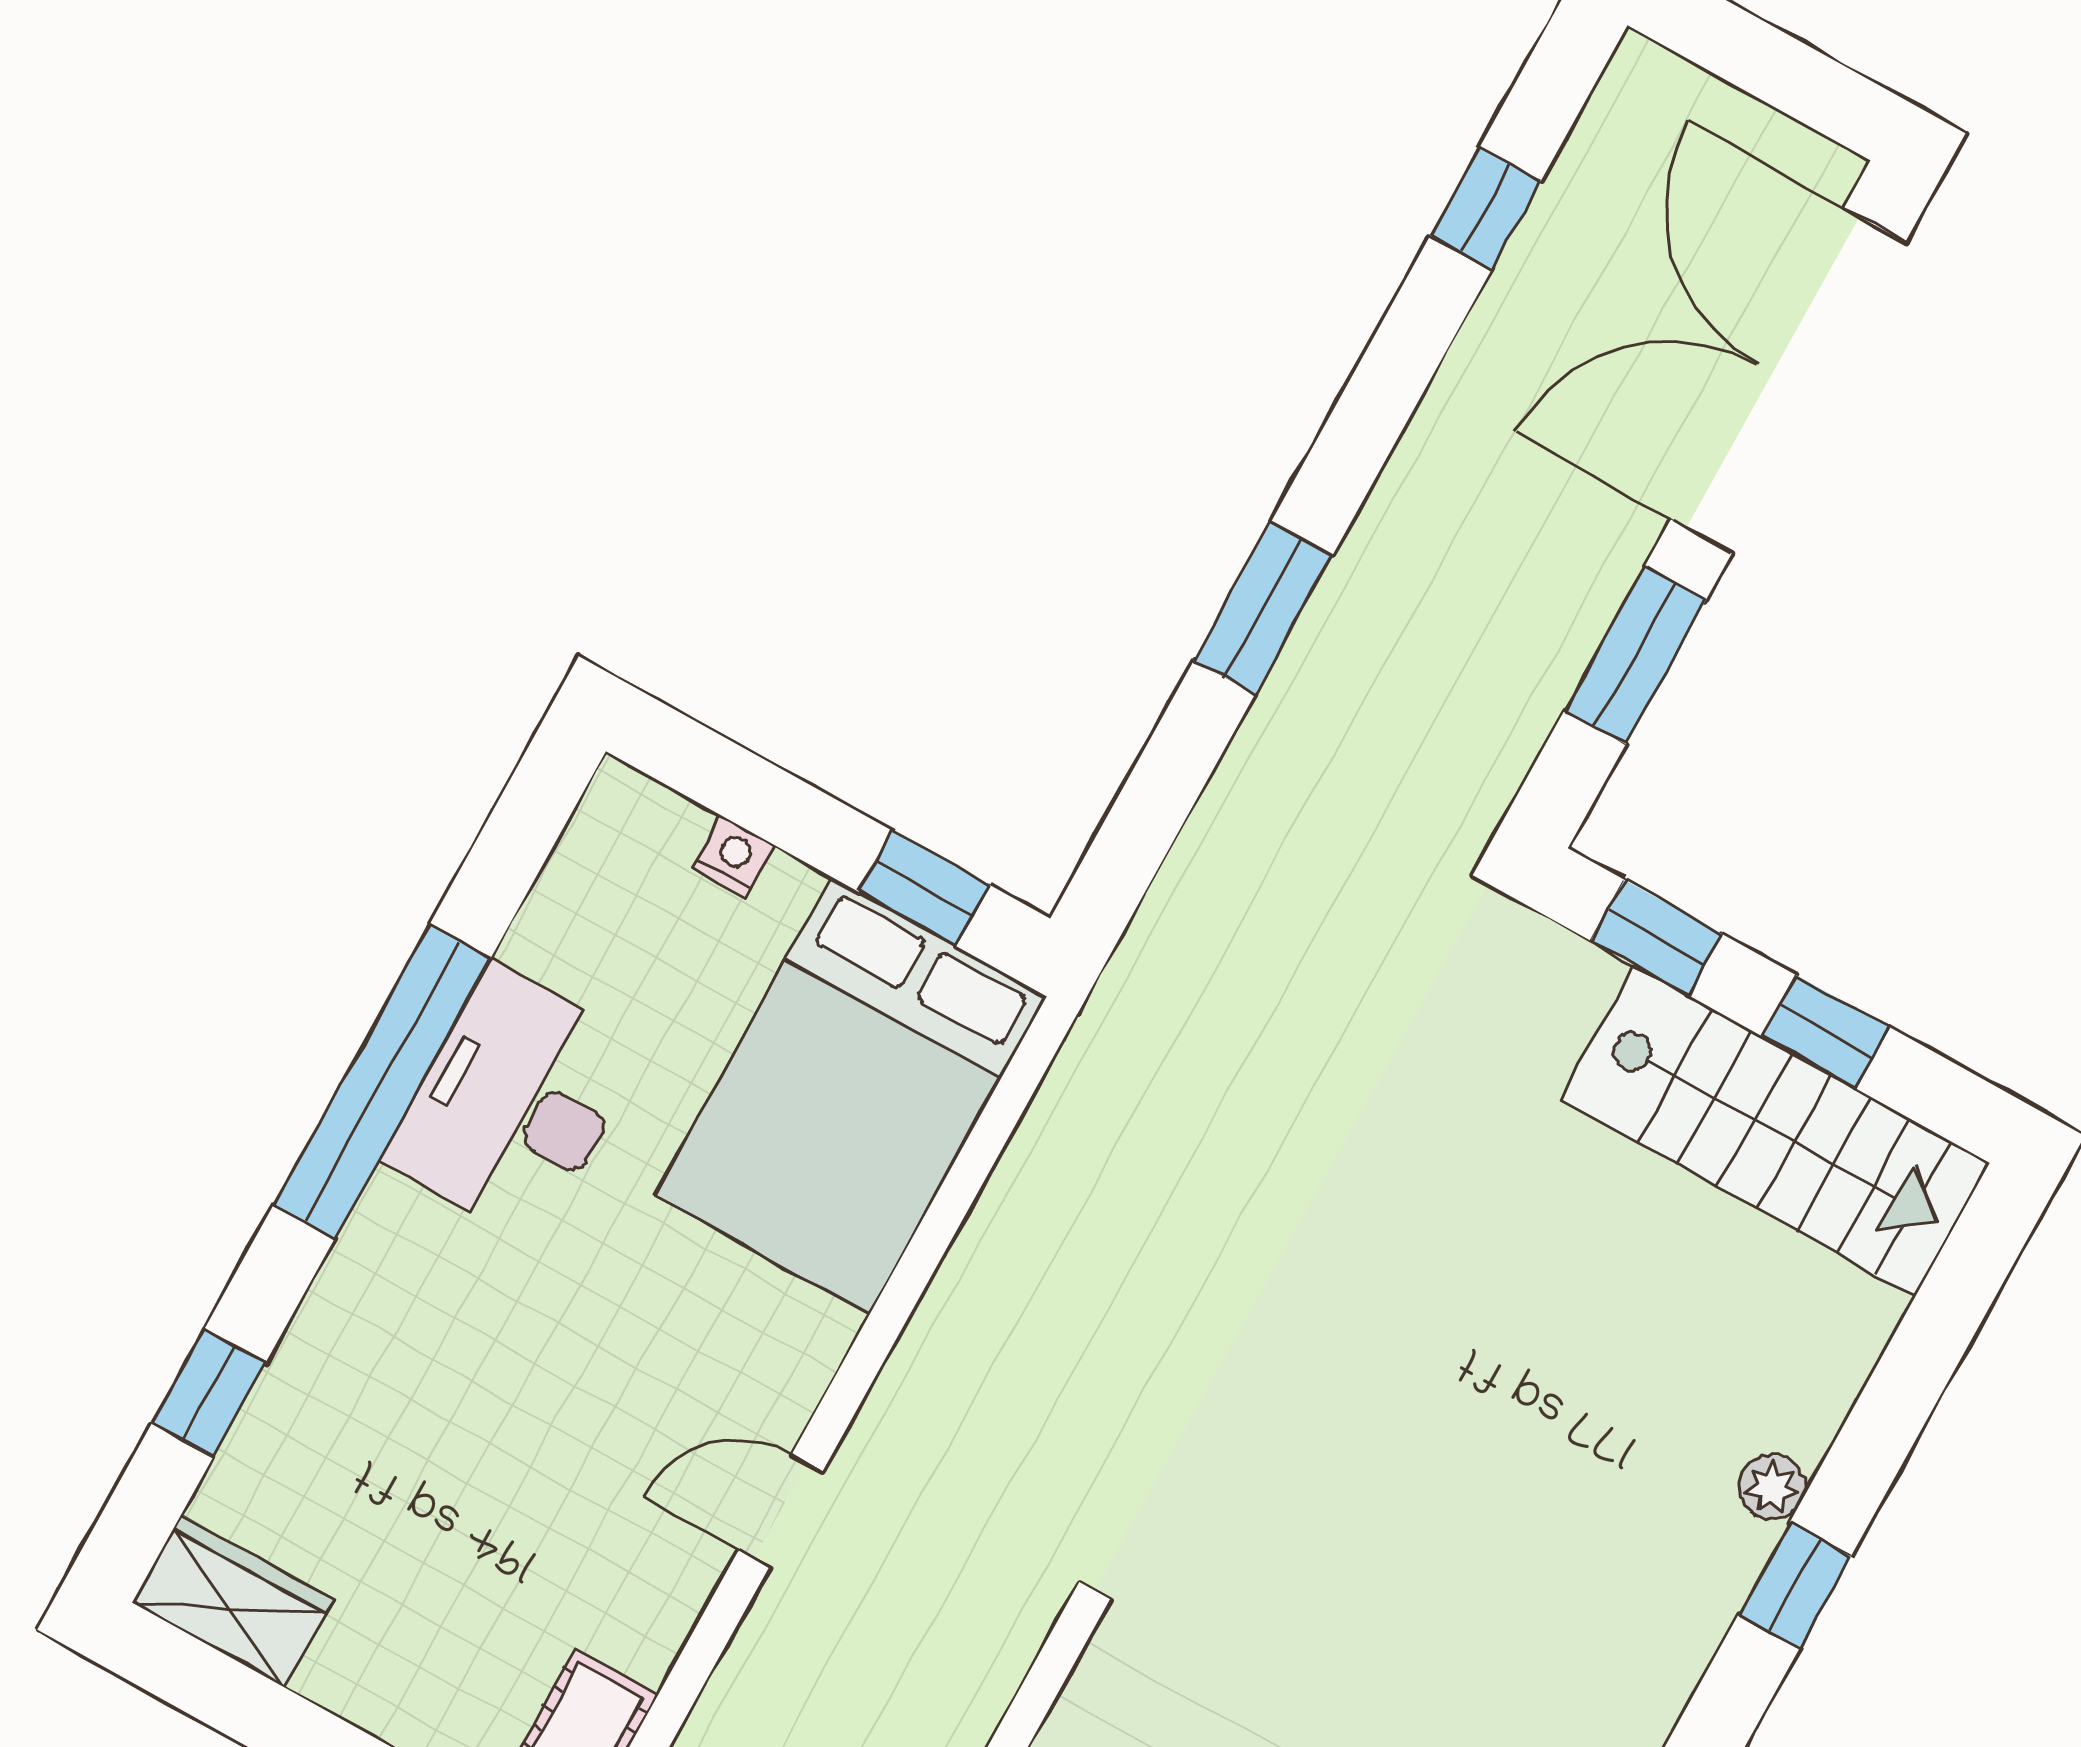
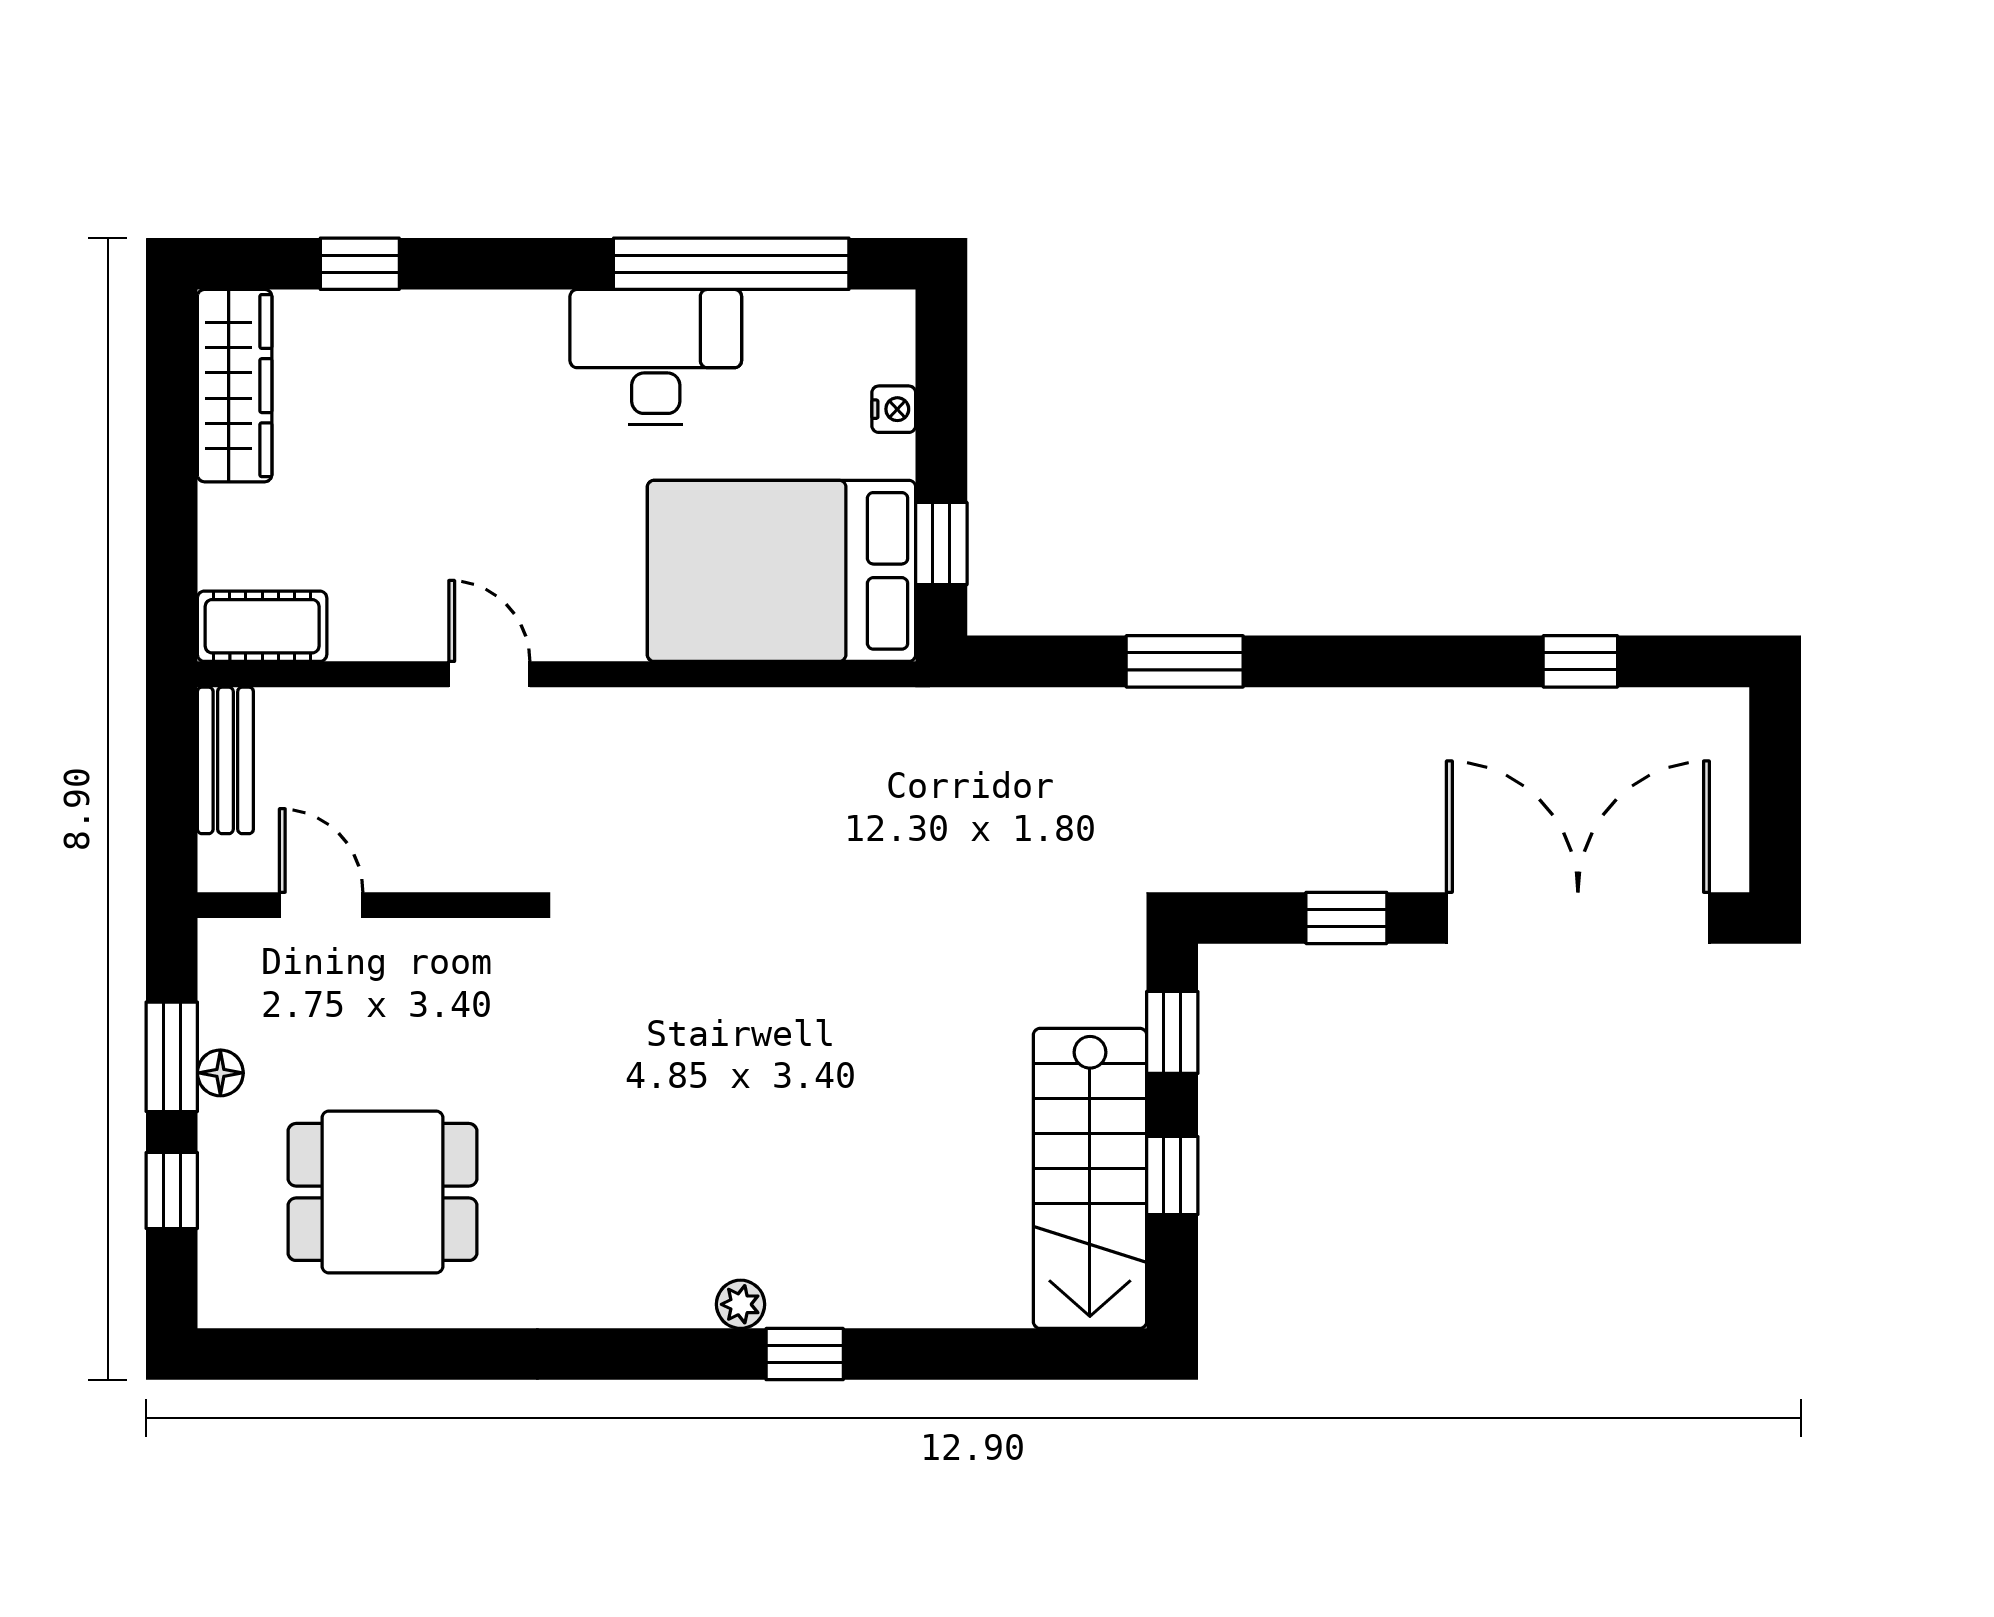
window: (1263, 608) -> (1185, 661), moved
window: (1635, 655) -> (1346, 918), width x0.67
window: (382, 1082) -> (731, 264), moved
plant: (1772, 1487) -> (741, 1304), moved
wardrobe: (233, 1601) -> (235, 386), width x1.50

